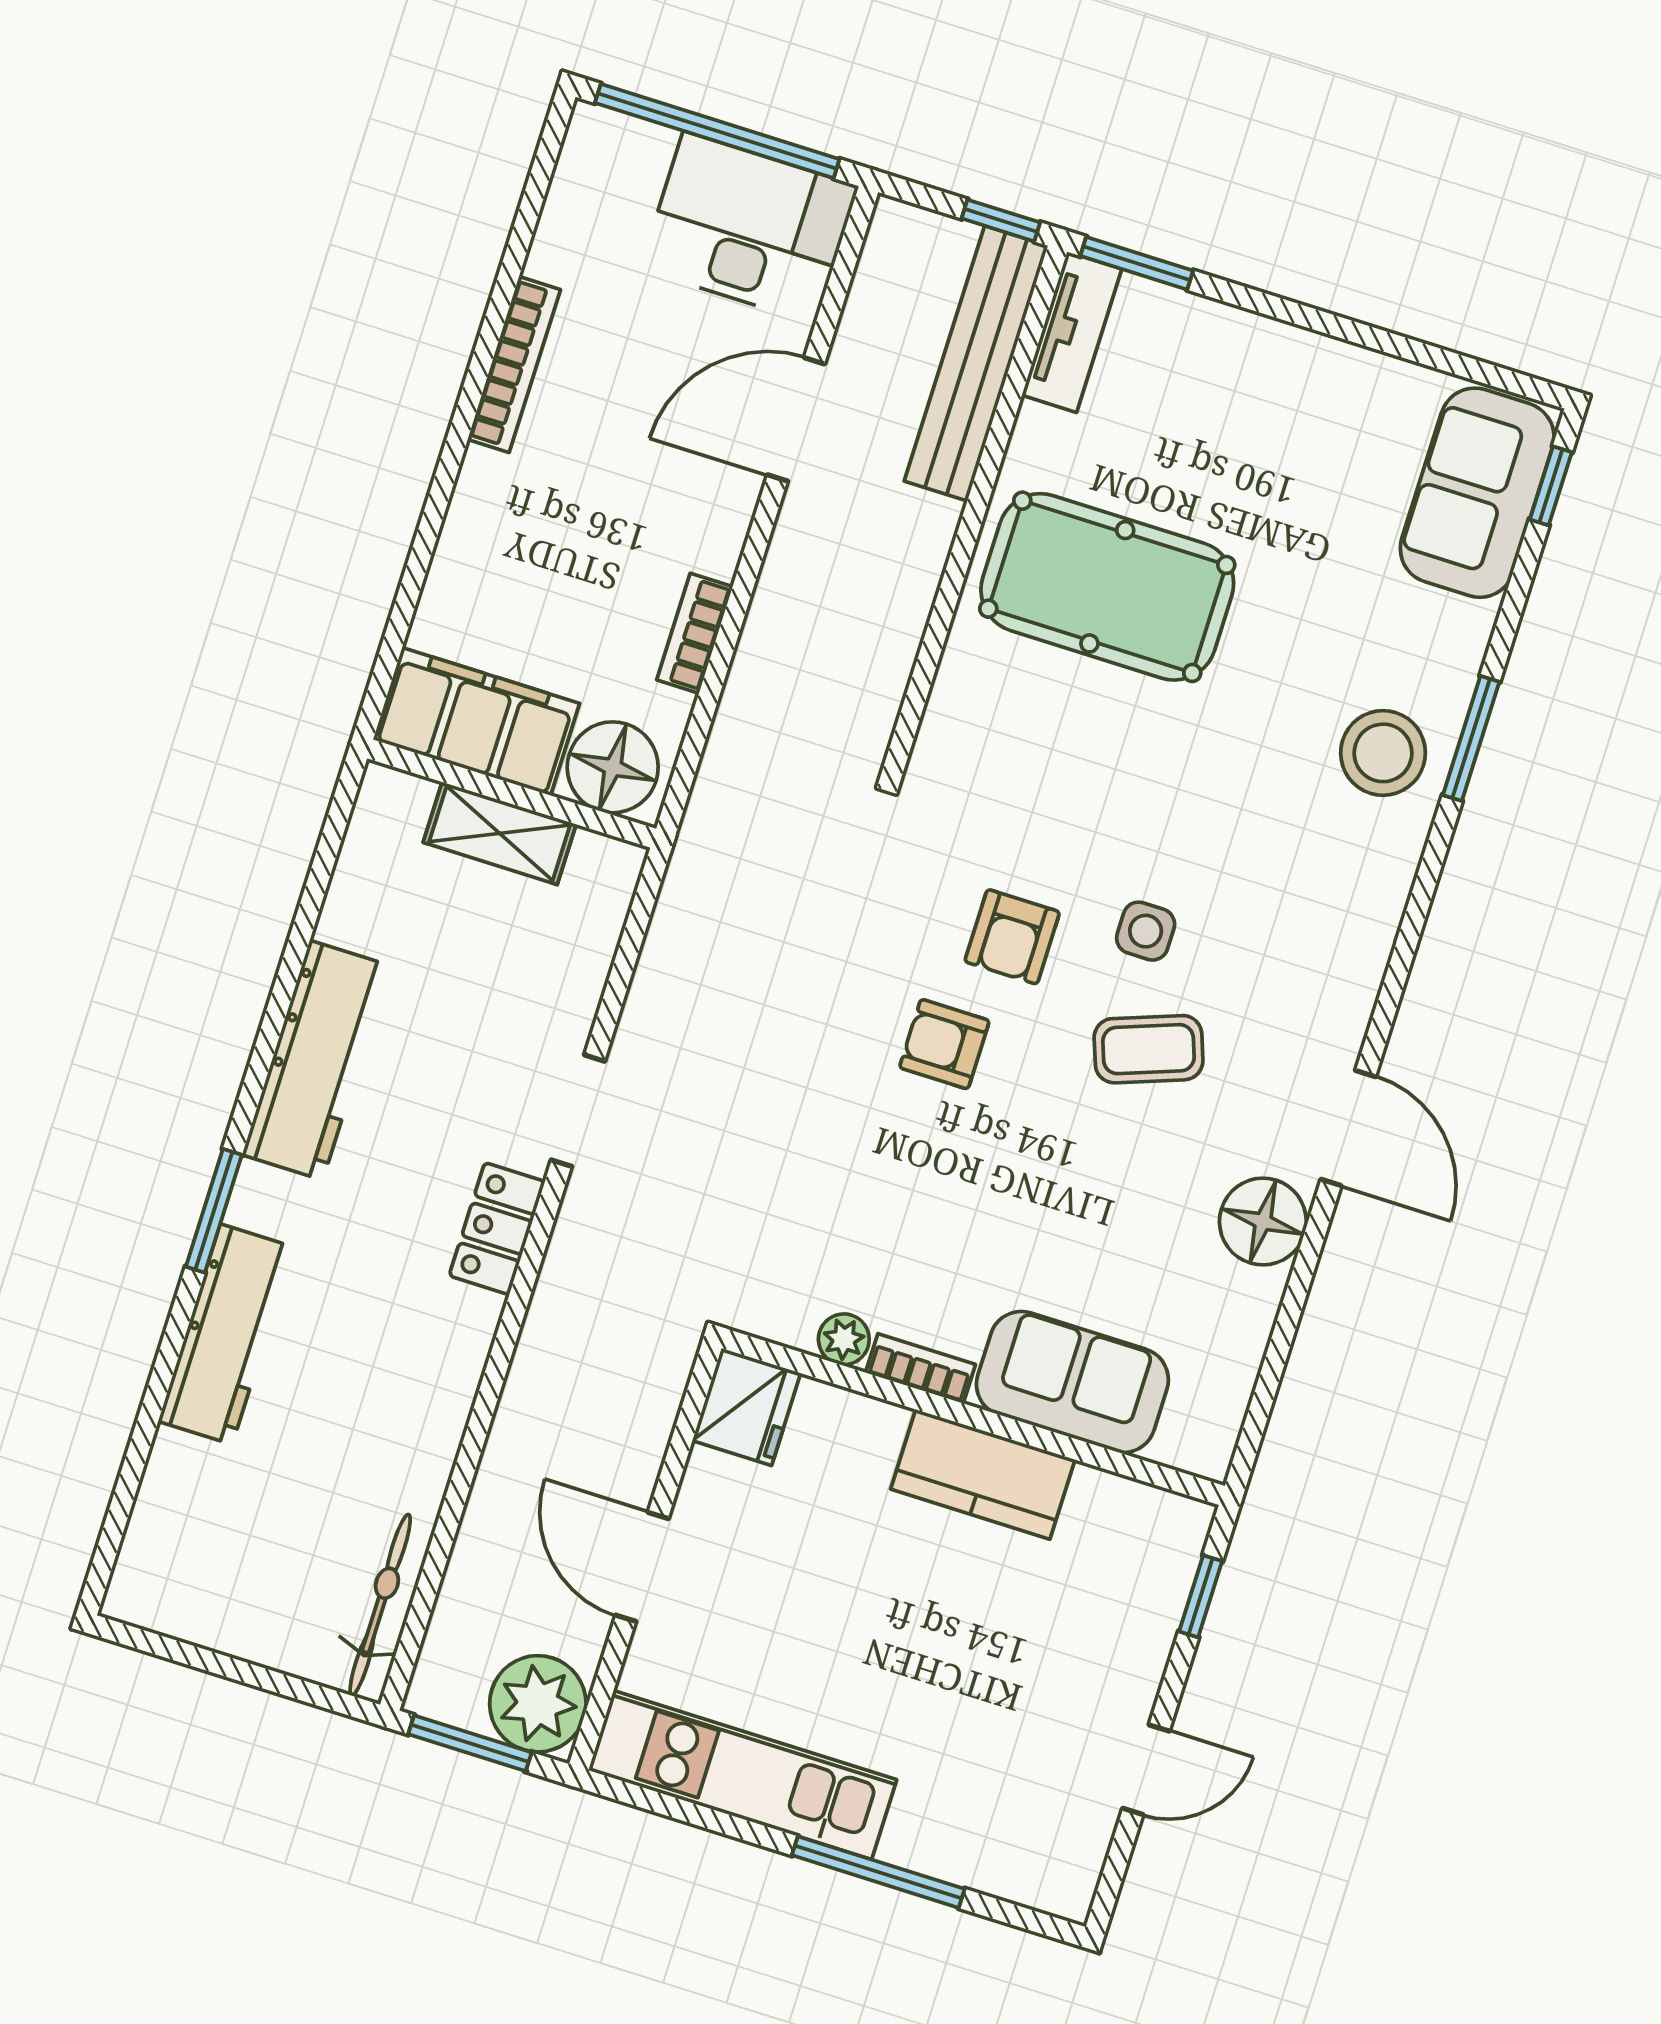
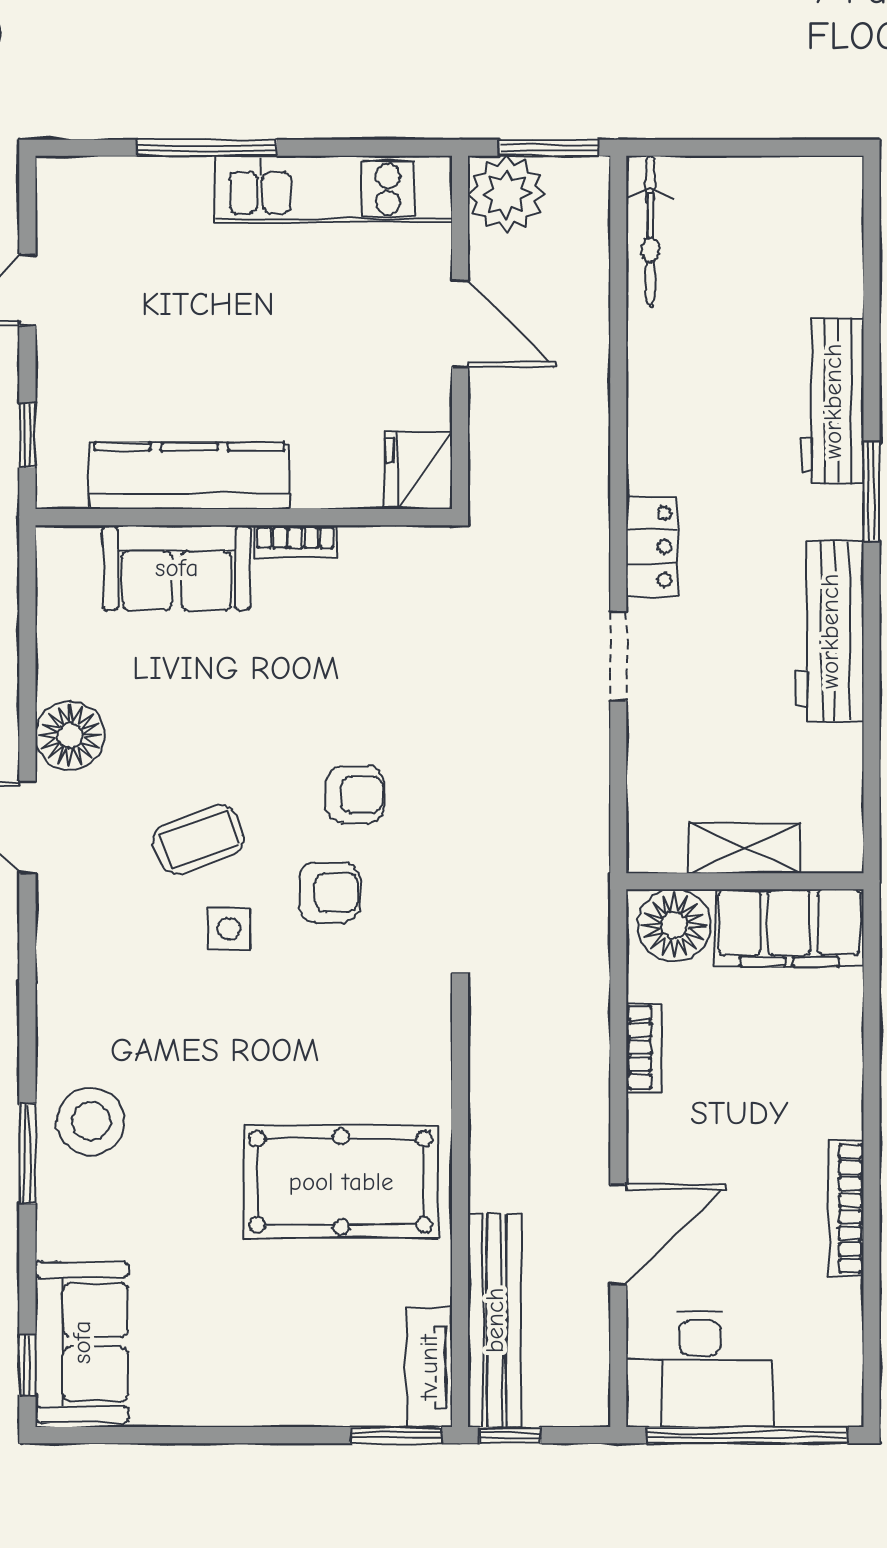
armchair: (1012, 937) -> (329, 892), turned 90
plant: (844, 1339) -> (361, 545), removed
kitchen counter: (983, 1474) -> (189, 476), width x1.50

